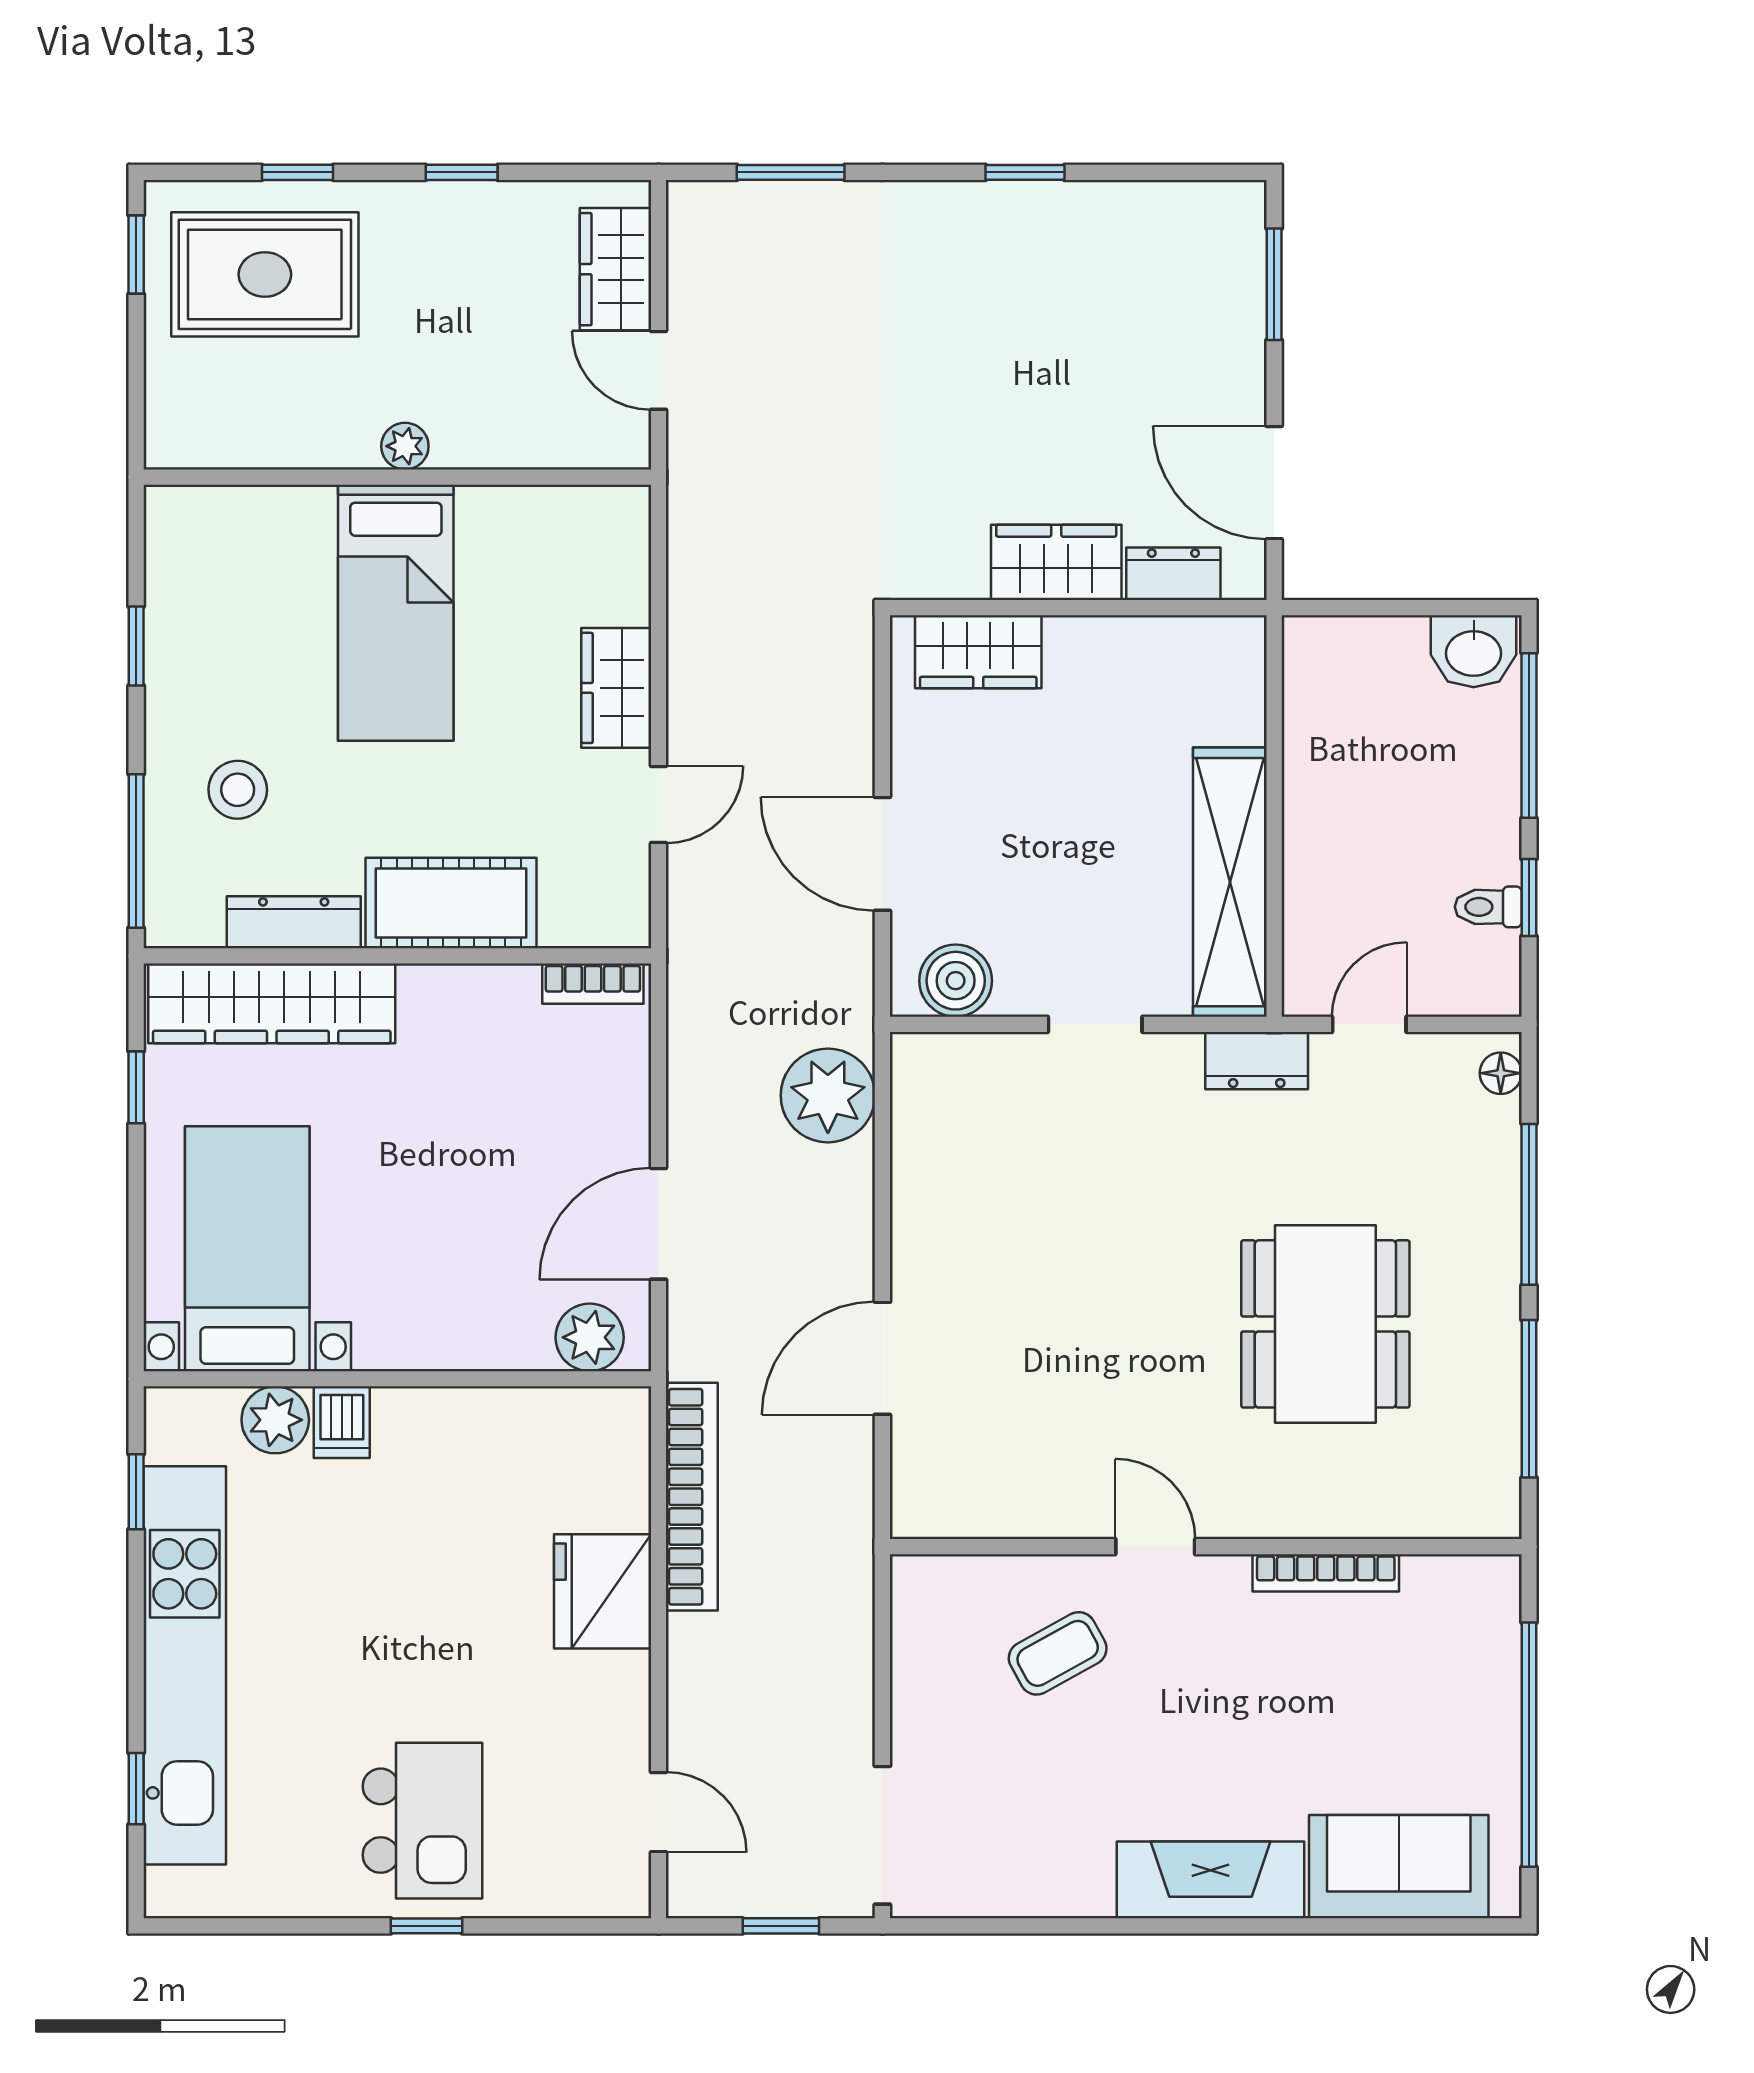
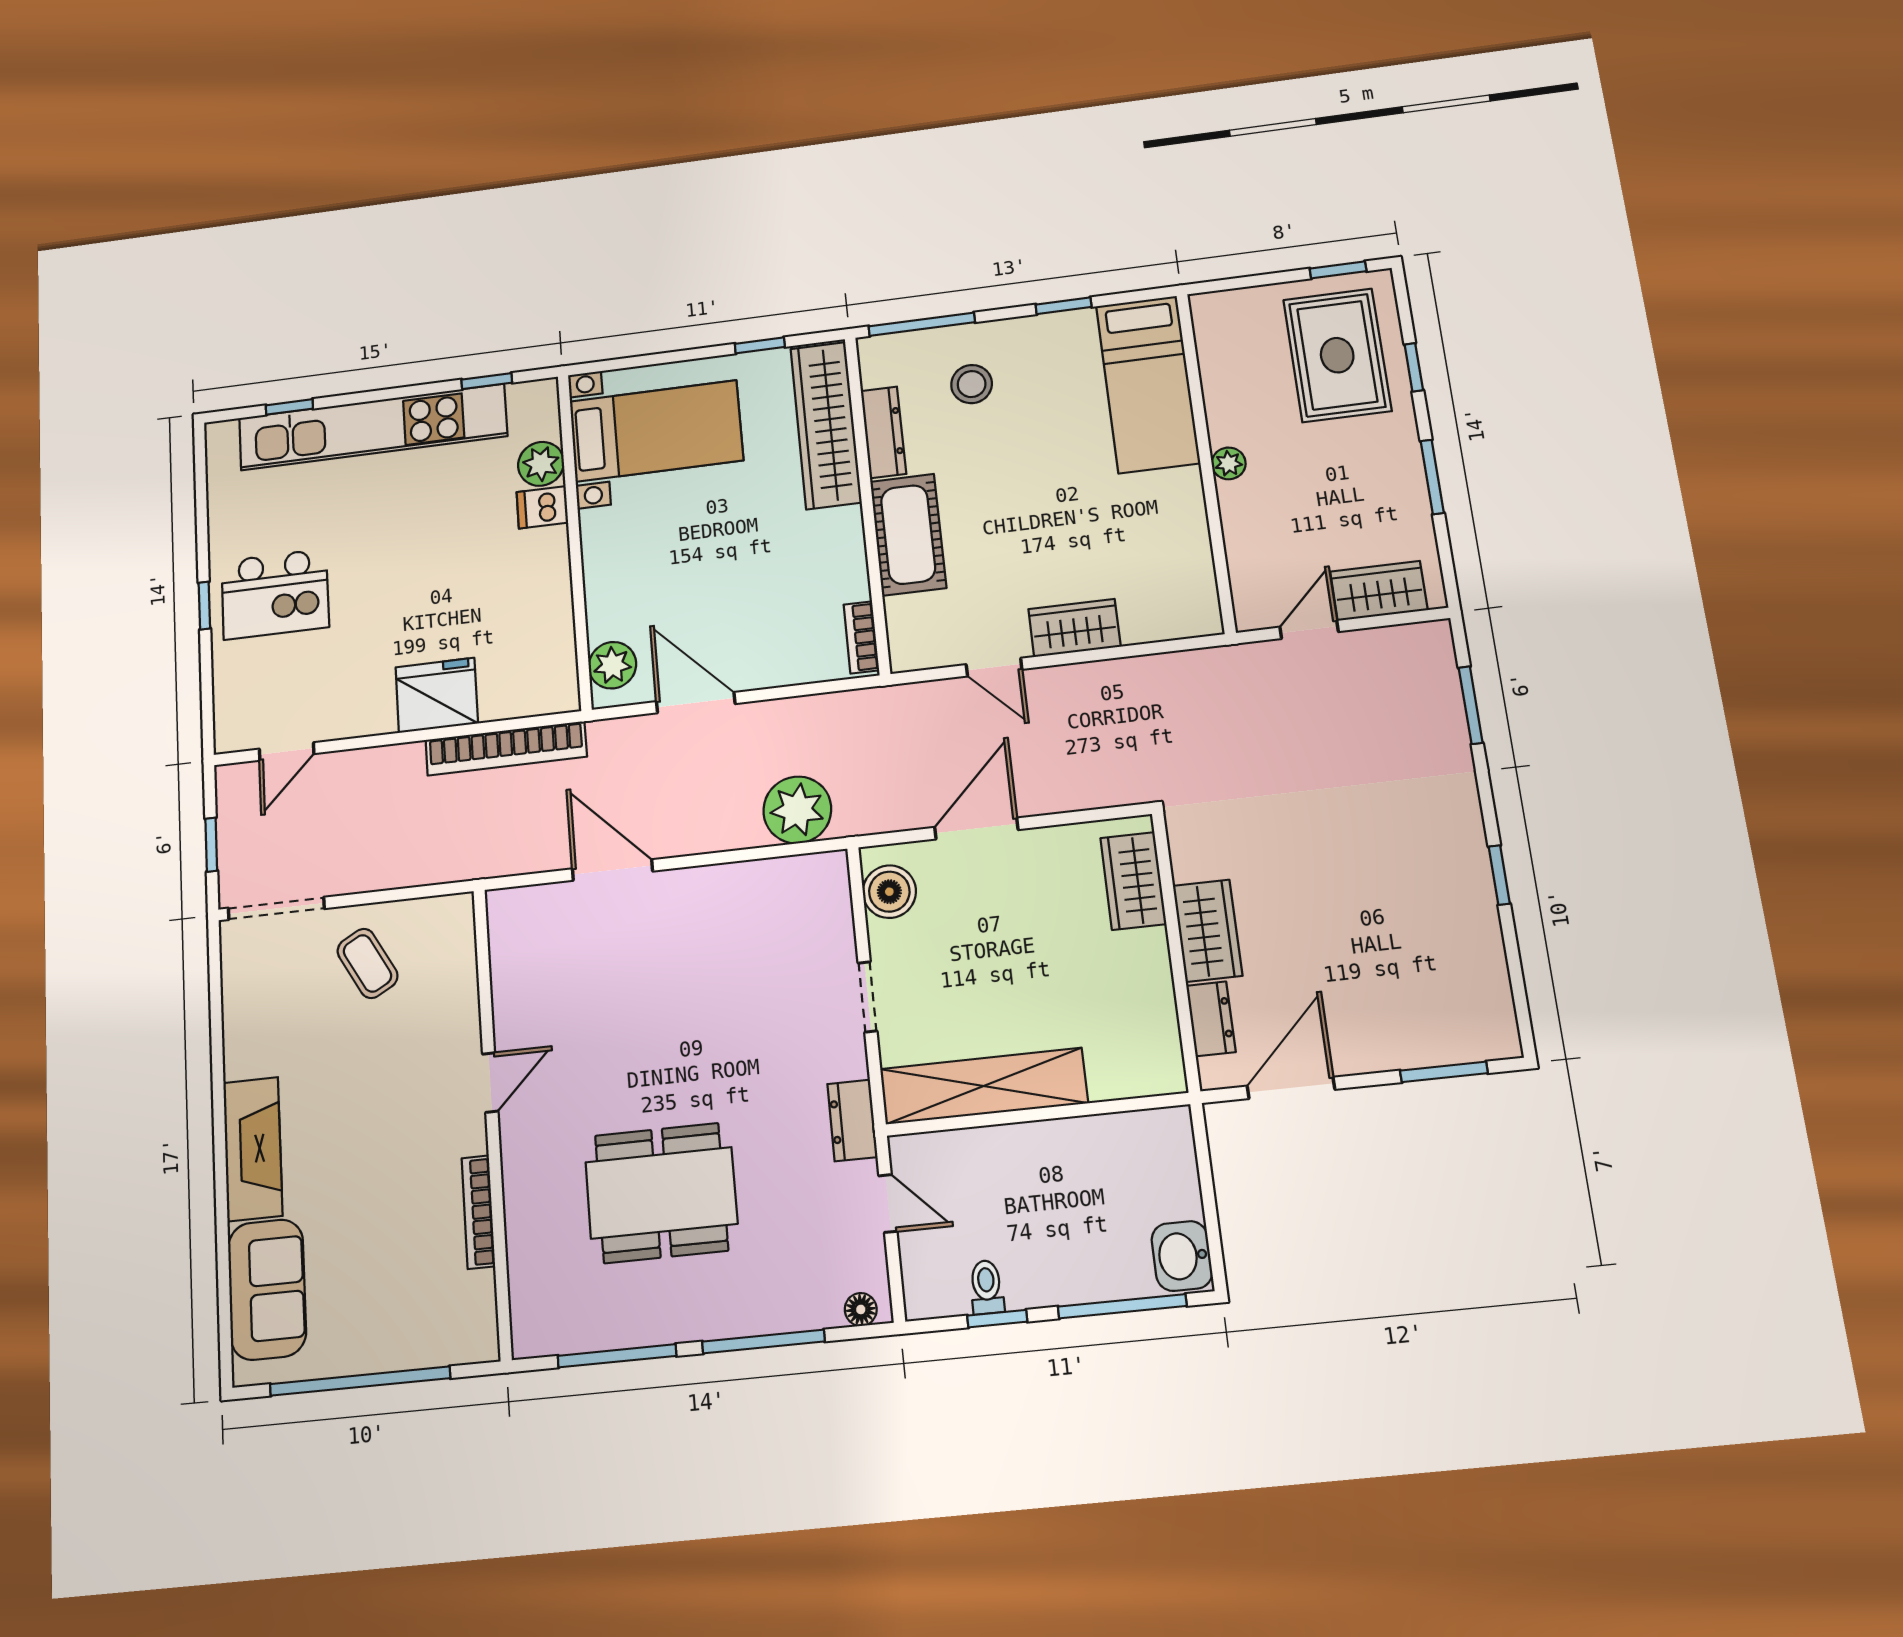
window: (462, 172) -> (1432, 477), width x1.50
bed: (396, 613) -> (1148, 384), moved, turned -90
coffee table: (1058, 1653) -> (367, 963), moved

